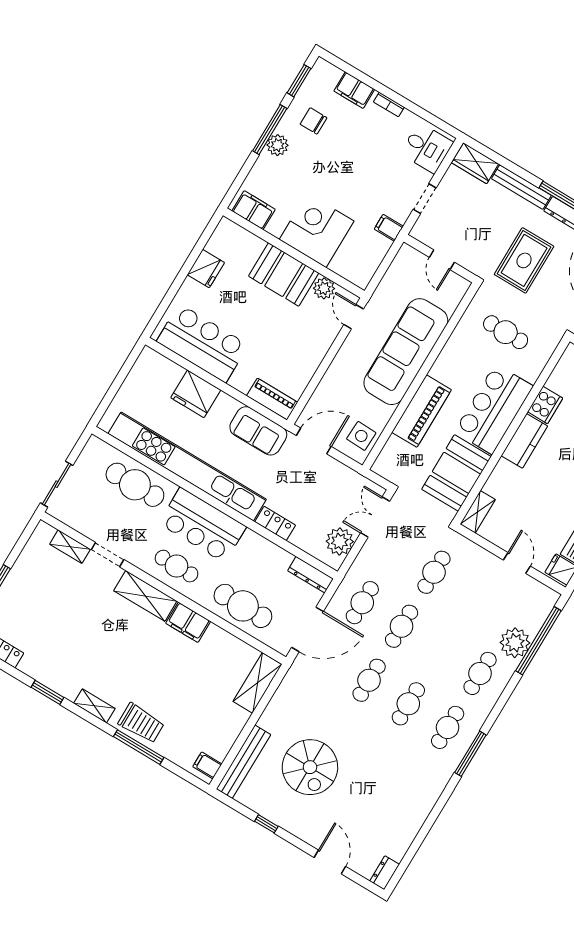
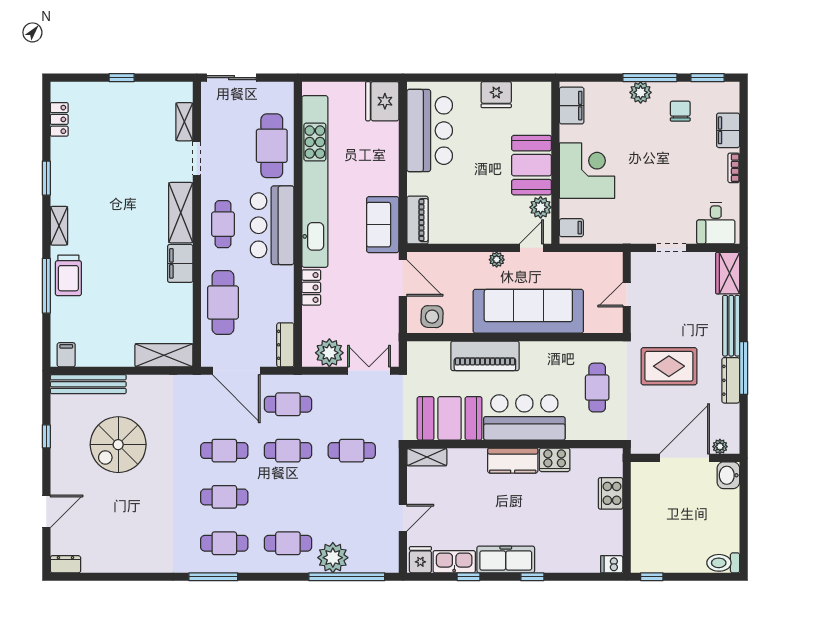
filing cabinet: (389, 228) -> (571, 228), moved, turned 90
plant: (346, 352) -> (497, 260), added
fridge: (196, 394) -> (382, 101), moved

